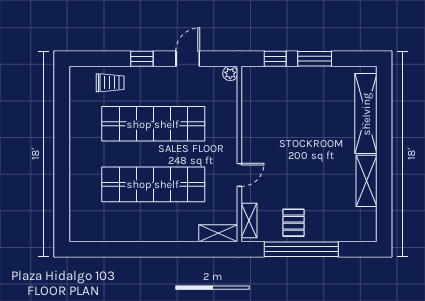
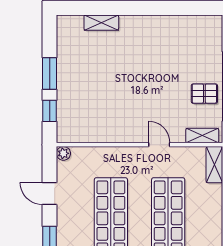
shelving: (366, 114) -> (101, 23), width x0.45, depth x0.75
shelving: (367, 181) -> (165, 25), removed

